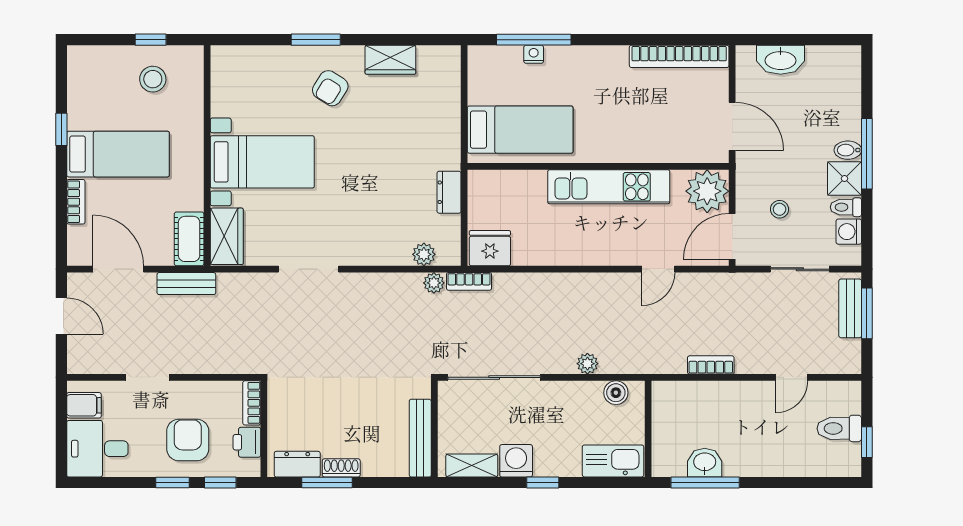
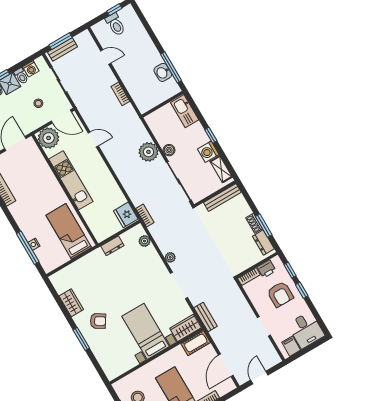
plant: (434, 283) -> (170, 257), moved
bench: (186, 284) -> (206, 317), moved
plant: (587, 364) -> (148, 152), width x1.88, depth x1.88
boiler: (616, 393) -> (169, 150), moved
armchair: (188, 440) -> (280, 294), turned -90

